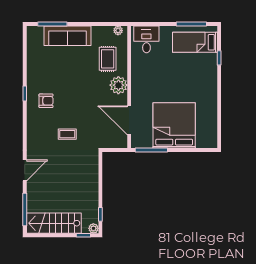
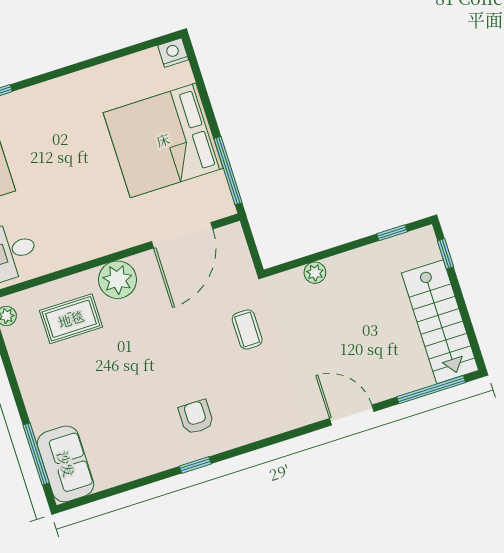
sofa: (68, 36) -> (66, 464), moved, width x0.73
coffee table: (67, 134) -> (247, 329), moved
nightstand: (212, 142) -> (173, 53), added
plant: (93, 228) -> (315, 273), moved

